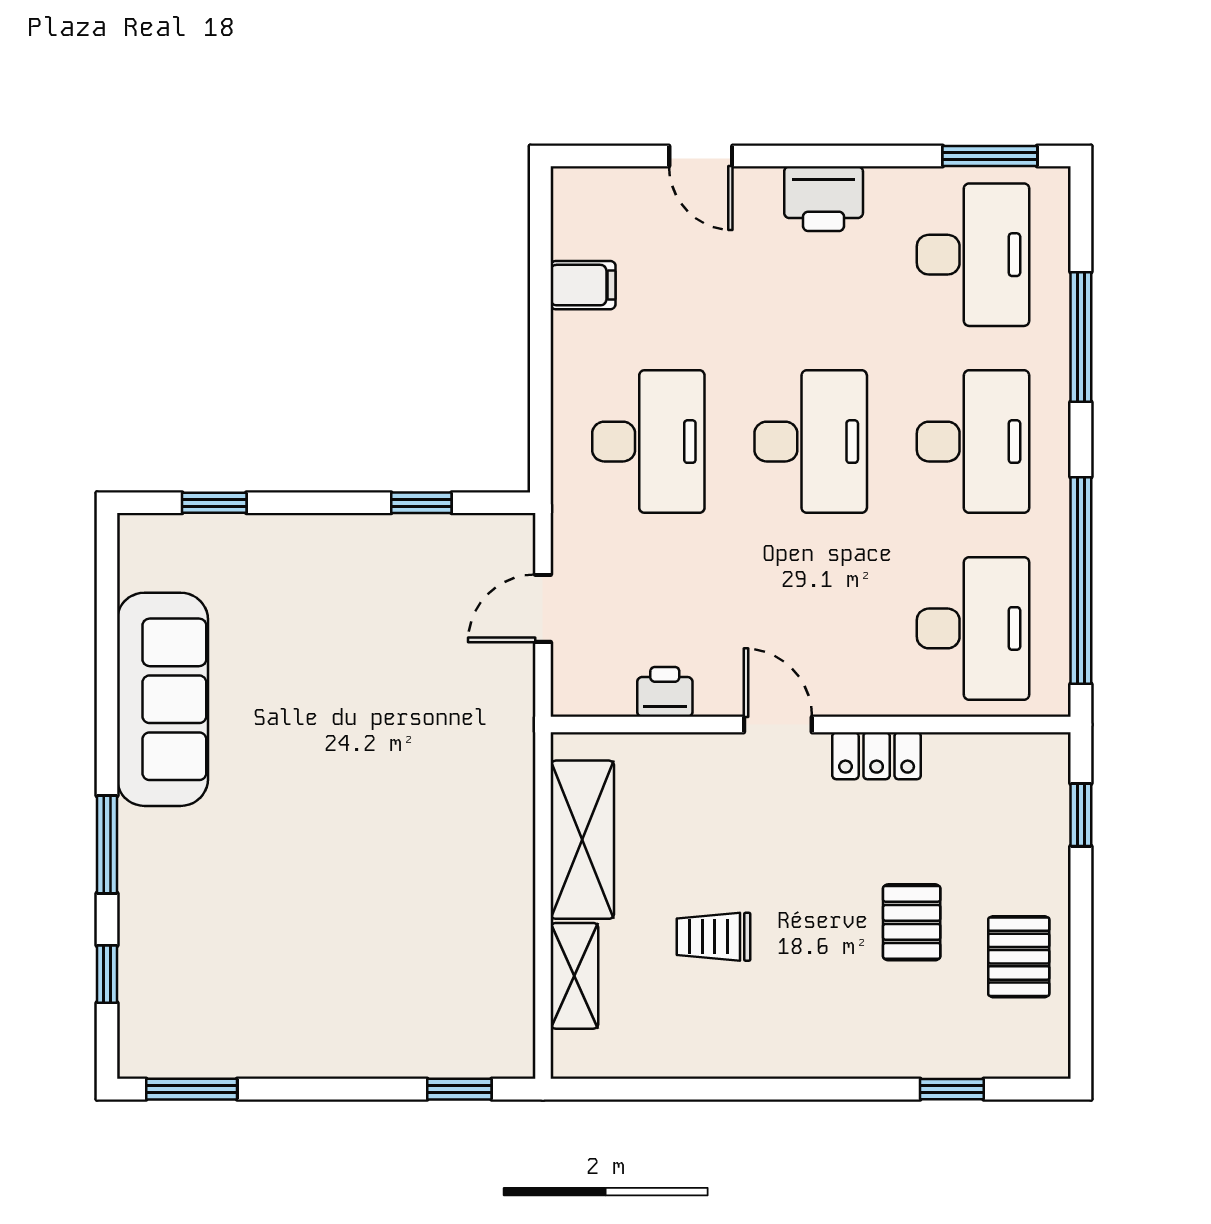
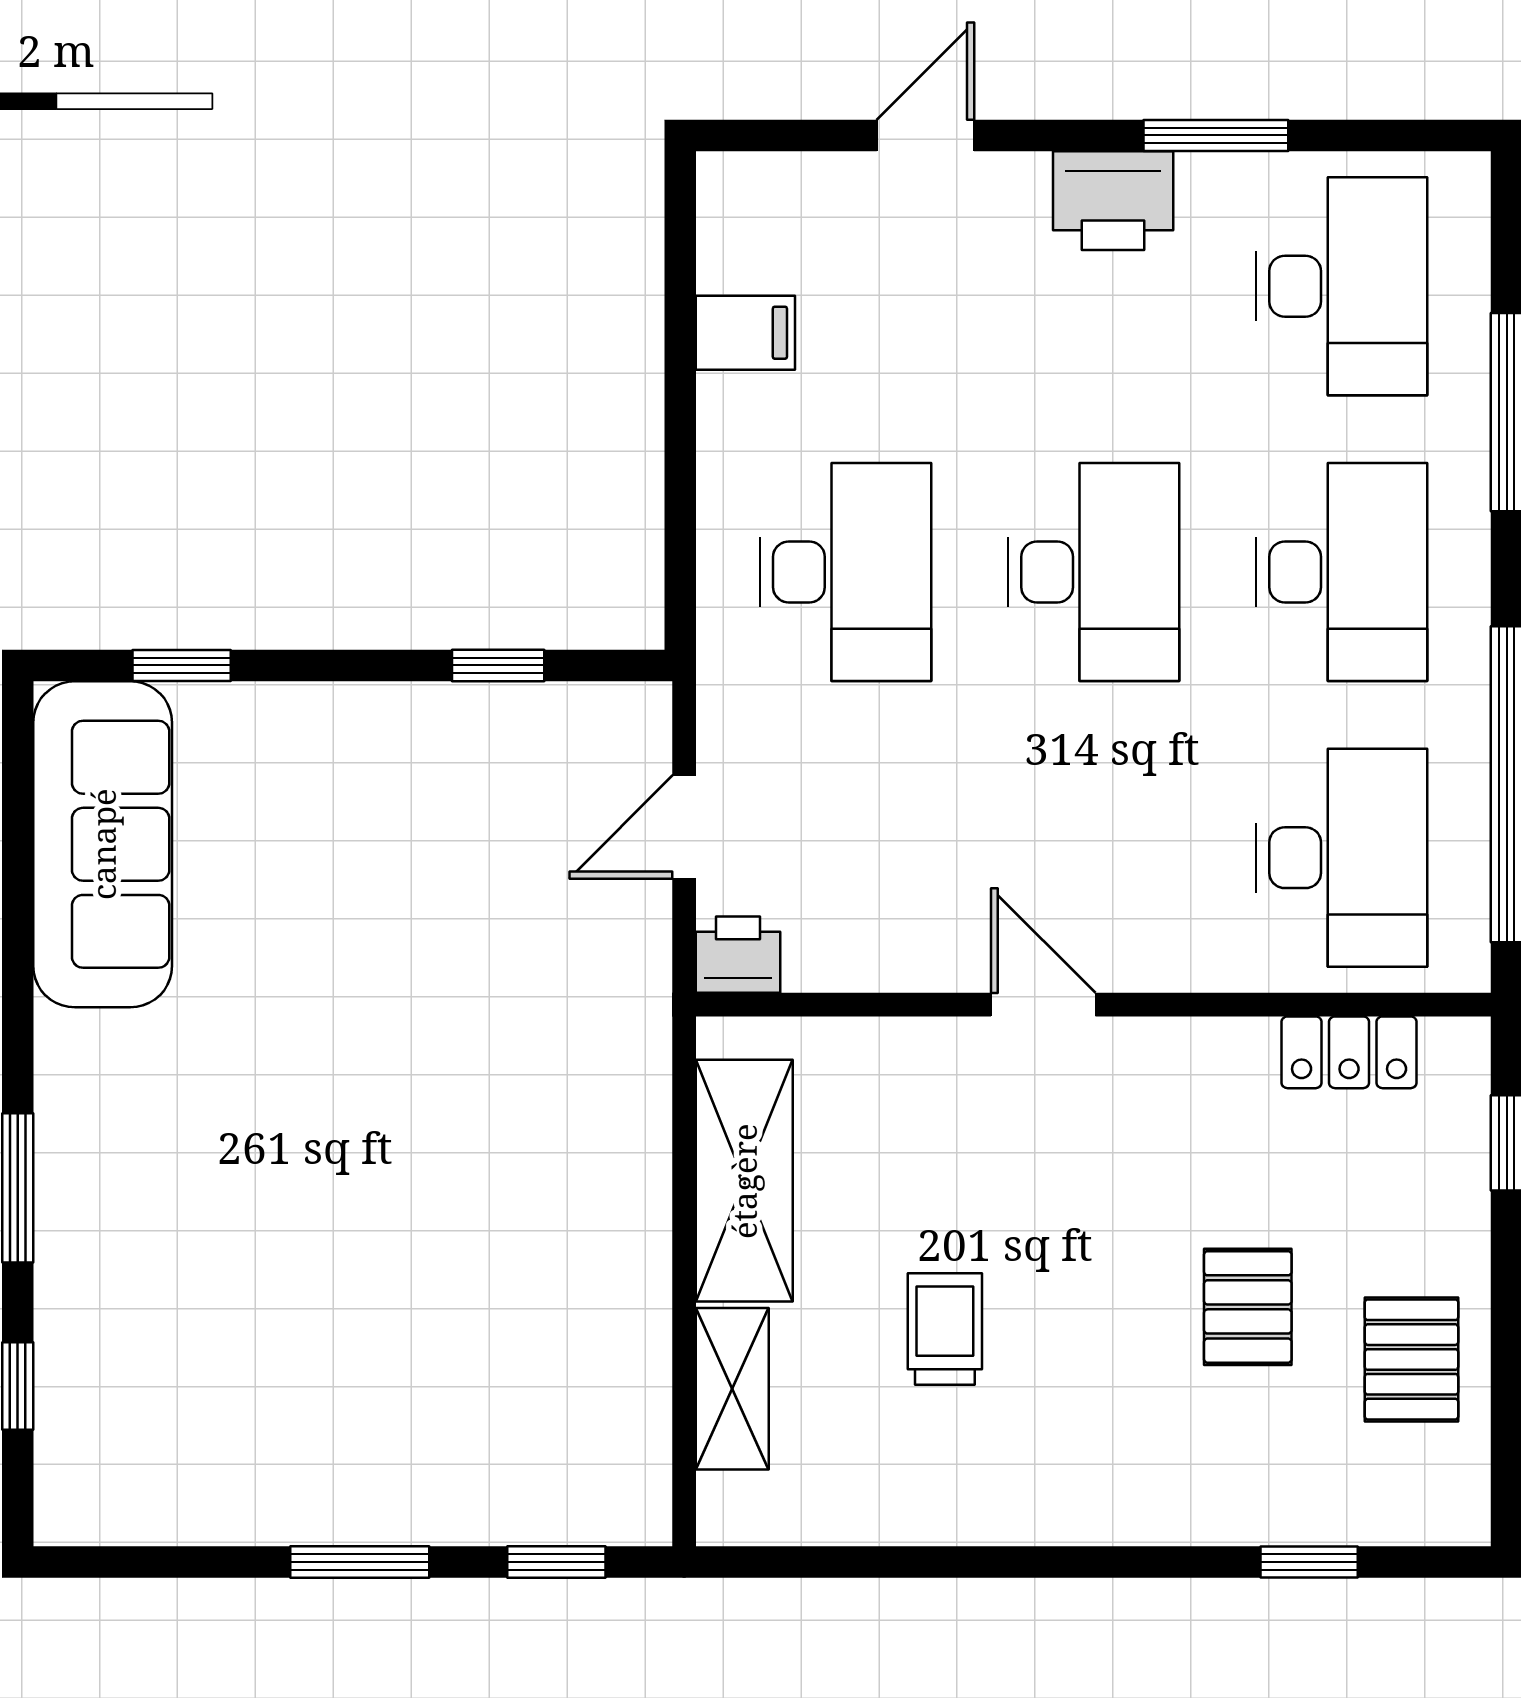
door: (701, 156) -> (925, 135), swing flipped
window: (990, 156) -> (1216, 135), moved
printer: (665, 692) -> (738, 955), moved
sofa: (163, 699) -> (103, 844), moved
locker: (877, 756) -> (1349, 1052), moved
trolley: (714, 937) -> (945, 1329), turned 90
window: (192, 1089) -> (360, 1562), moved

